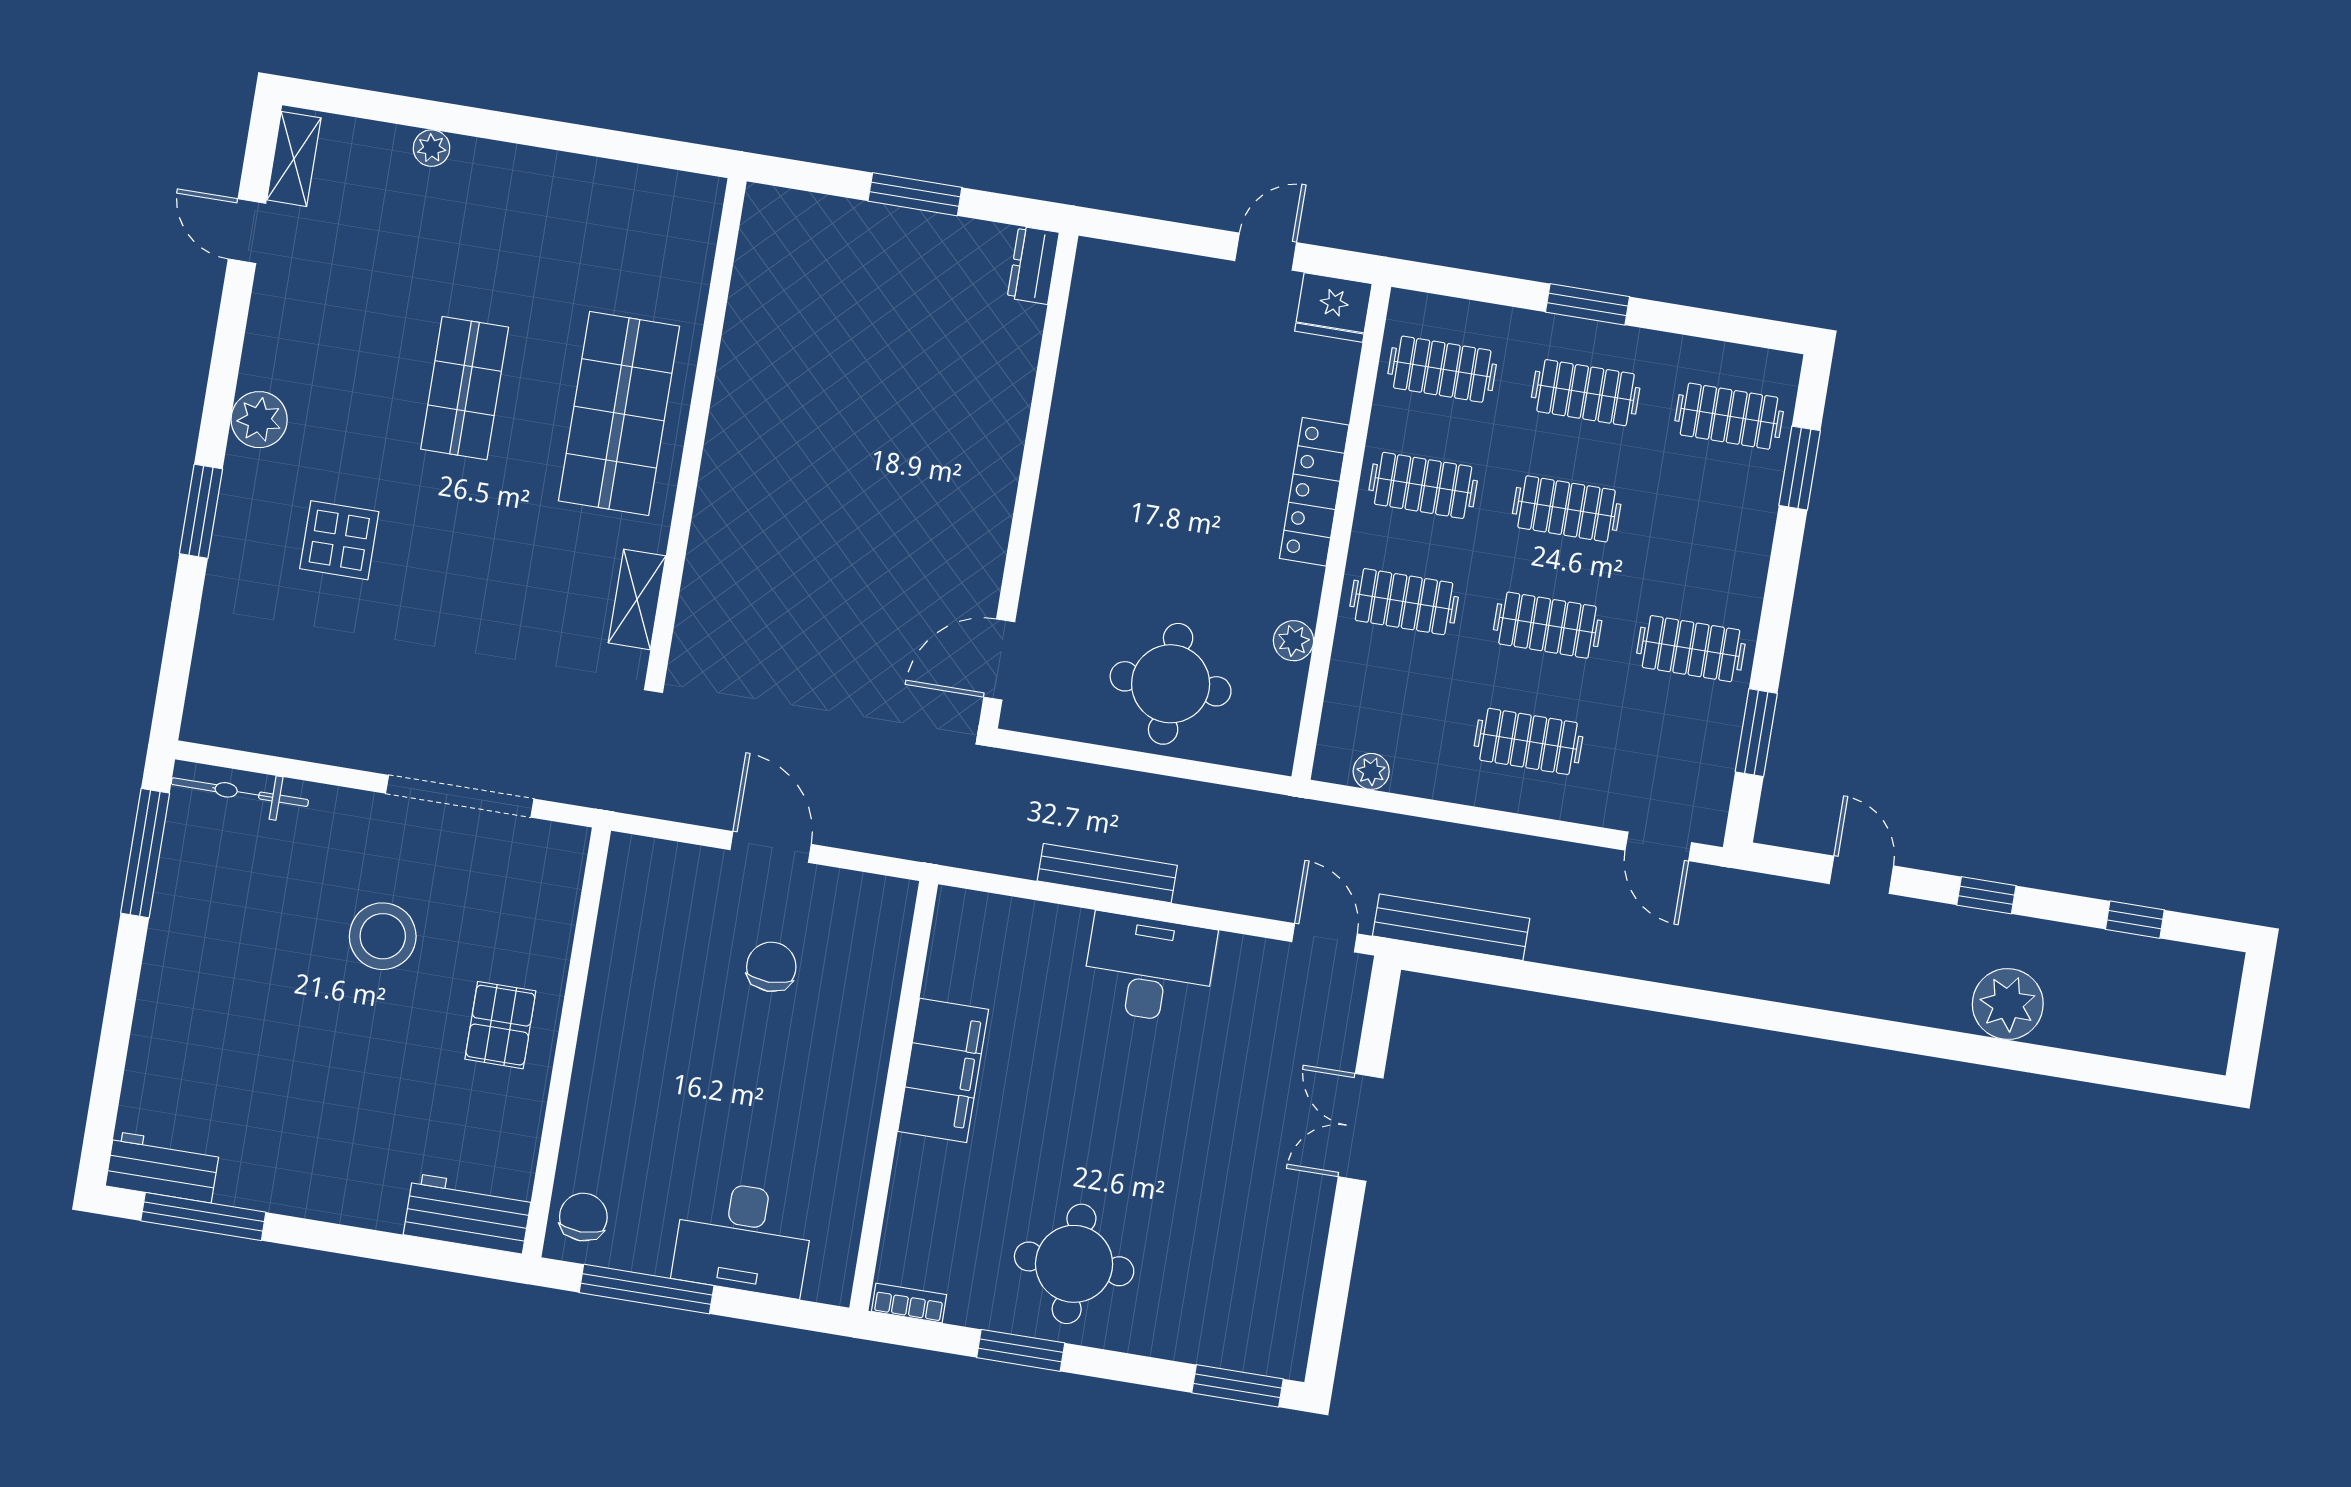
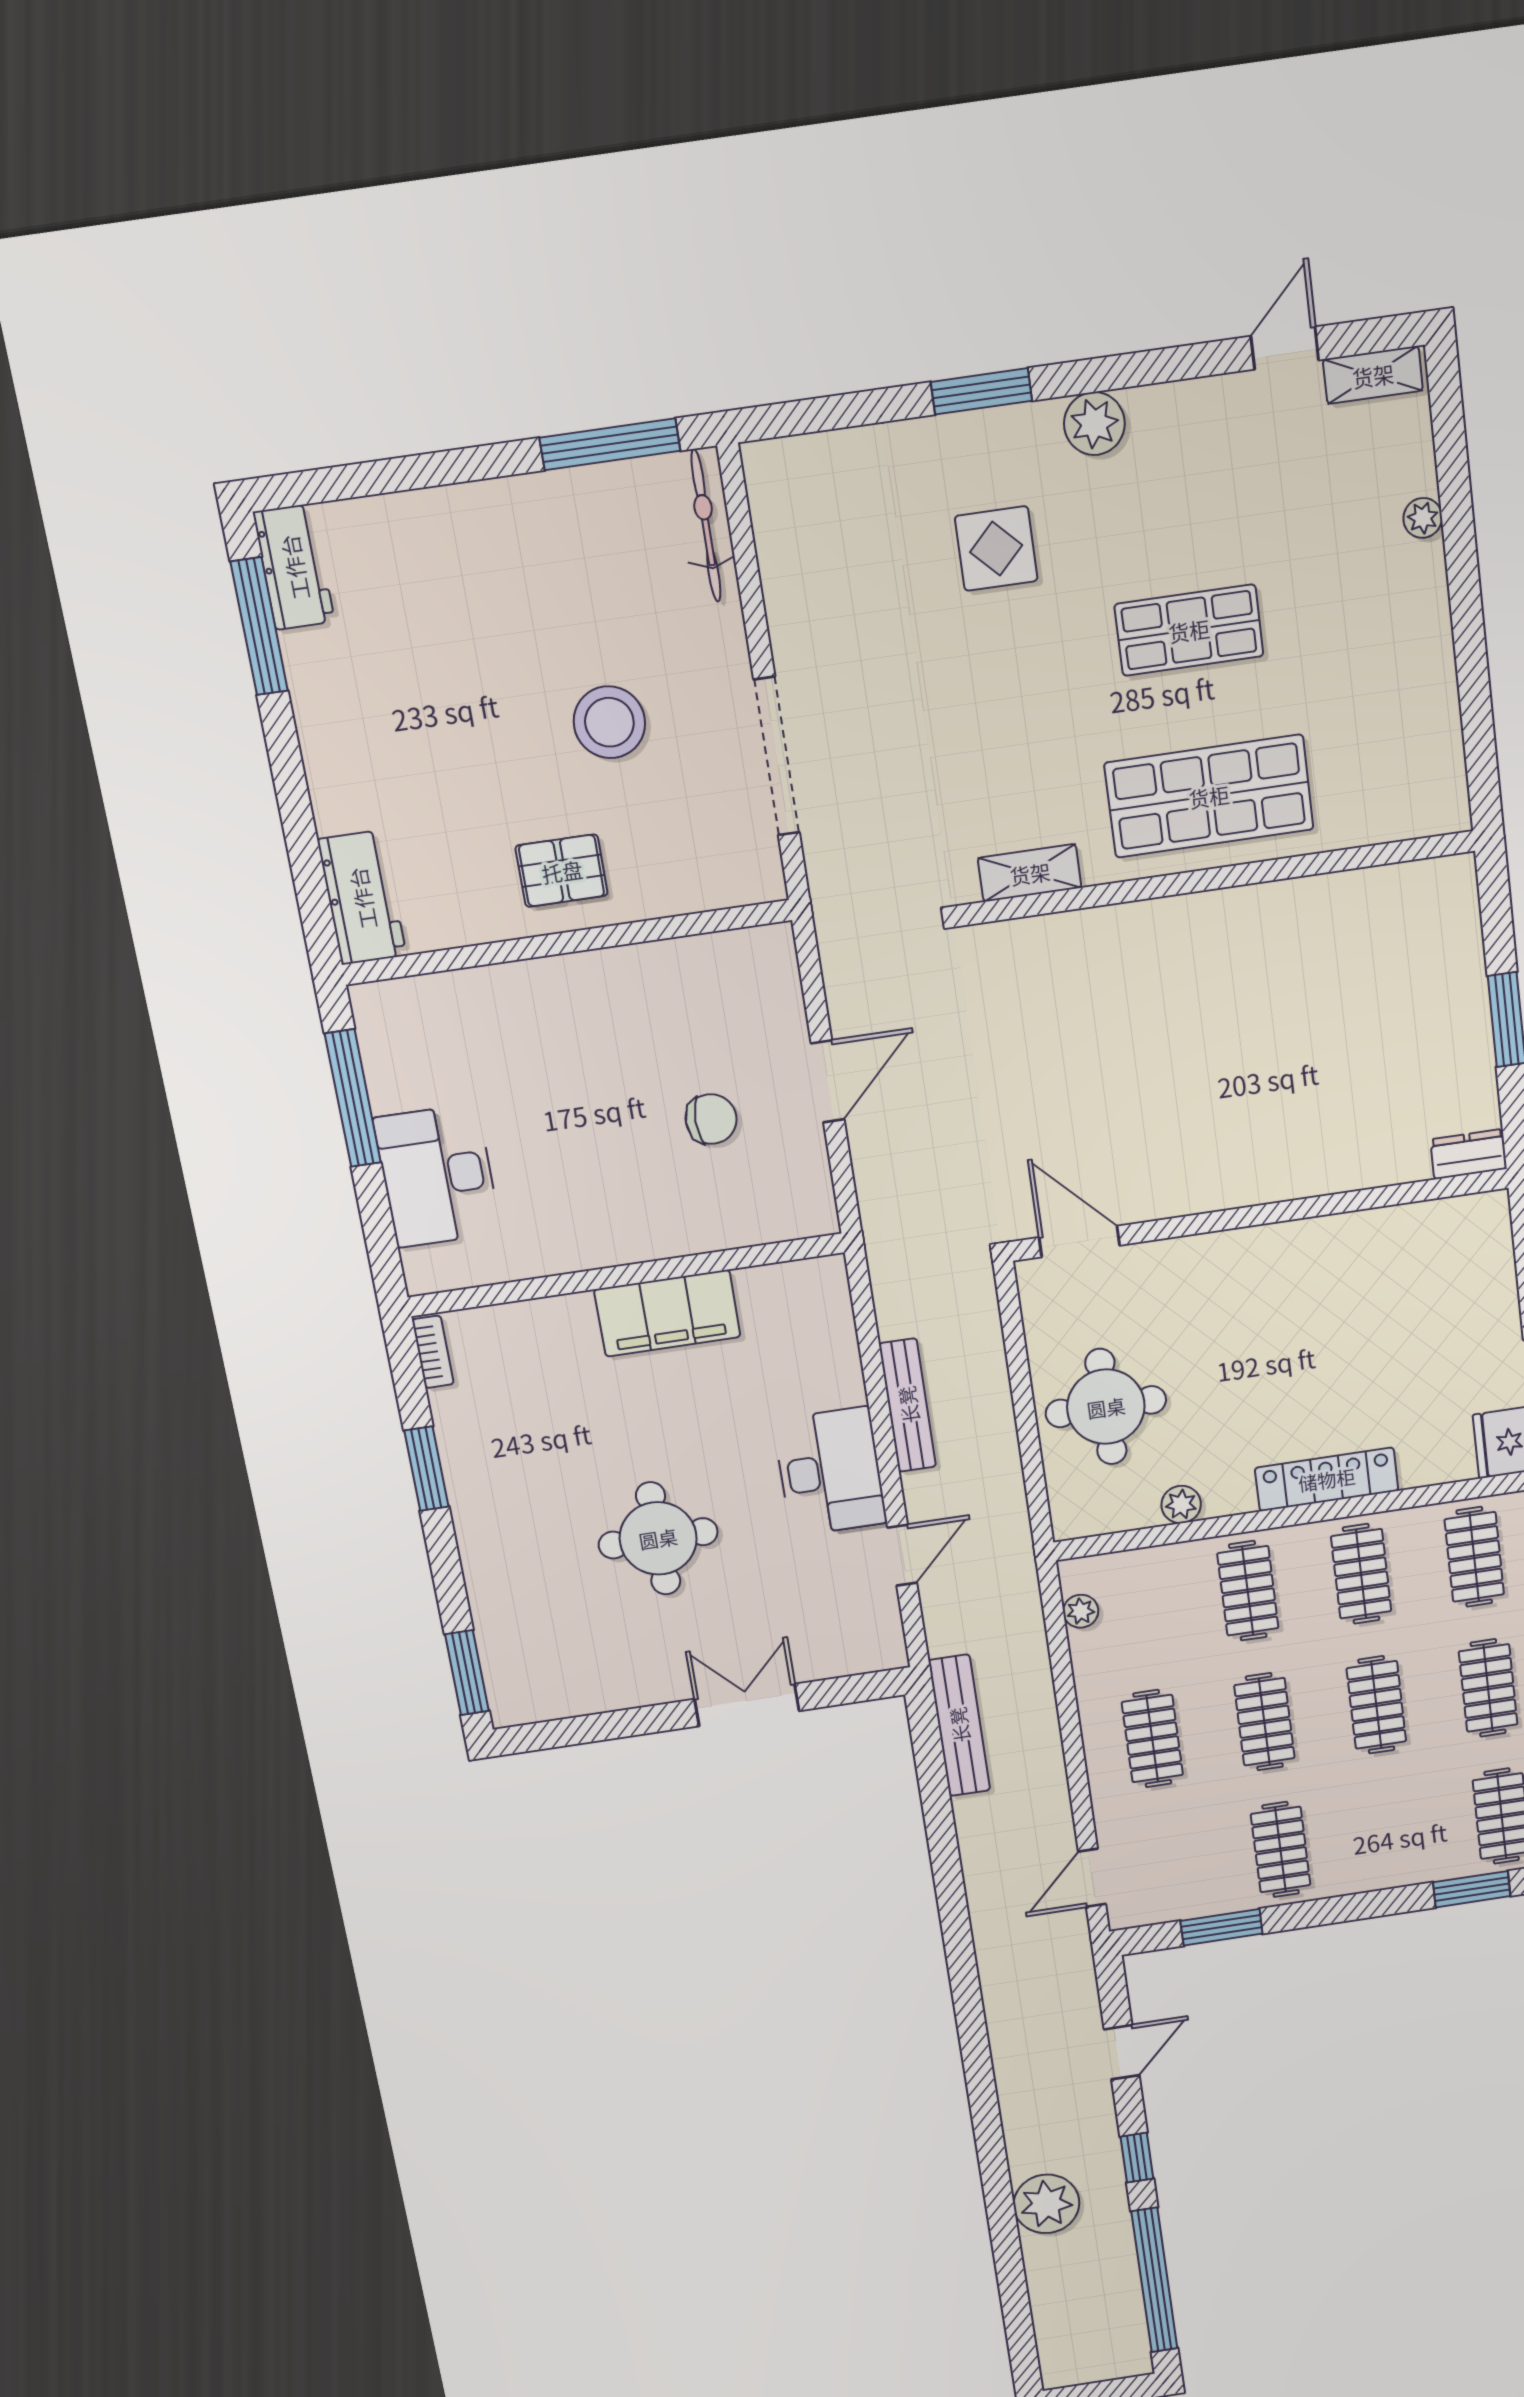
window: (2135, 920) -> (1154, 2280), width x3.17
door: (1324, 938) -> (902, 1555), moved
chair: (583, 1217) -> (401, 1014), removed
round table: (1074, 1264) -> (658, 1538), moved

